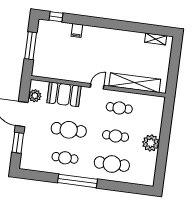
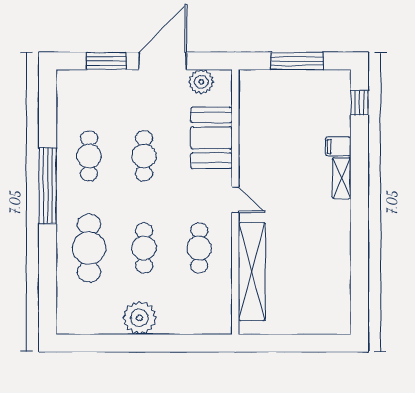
shelving: (156, 39) -> (342, 178), moved
cafe table: (69, 130) -> (144, 156), width x0.73, depth x0.74

